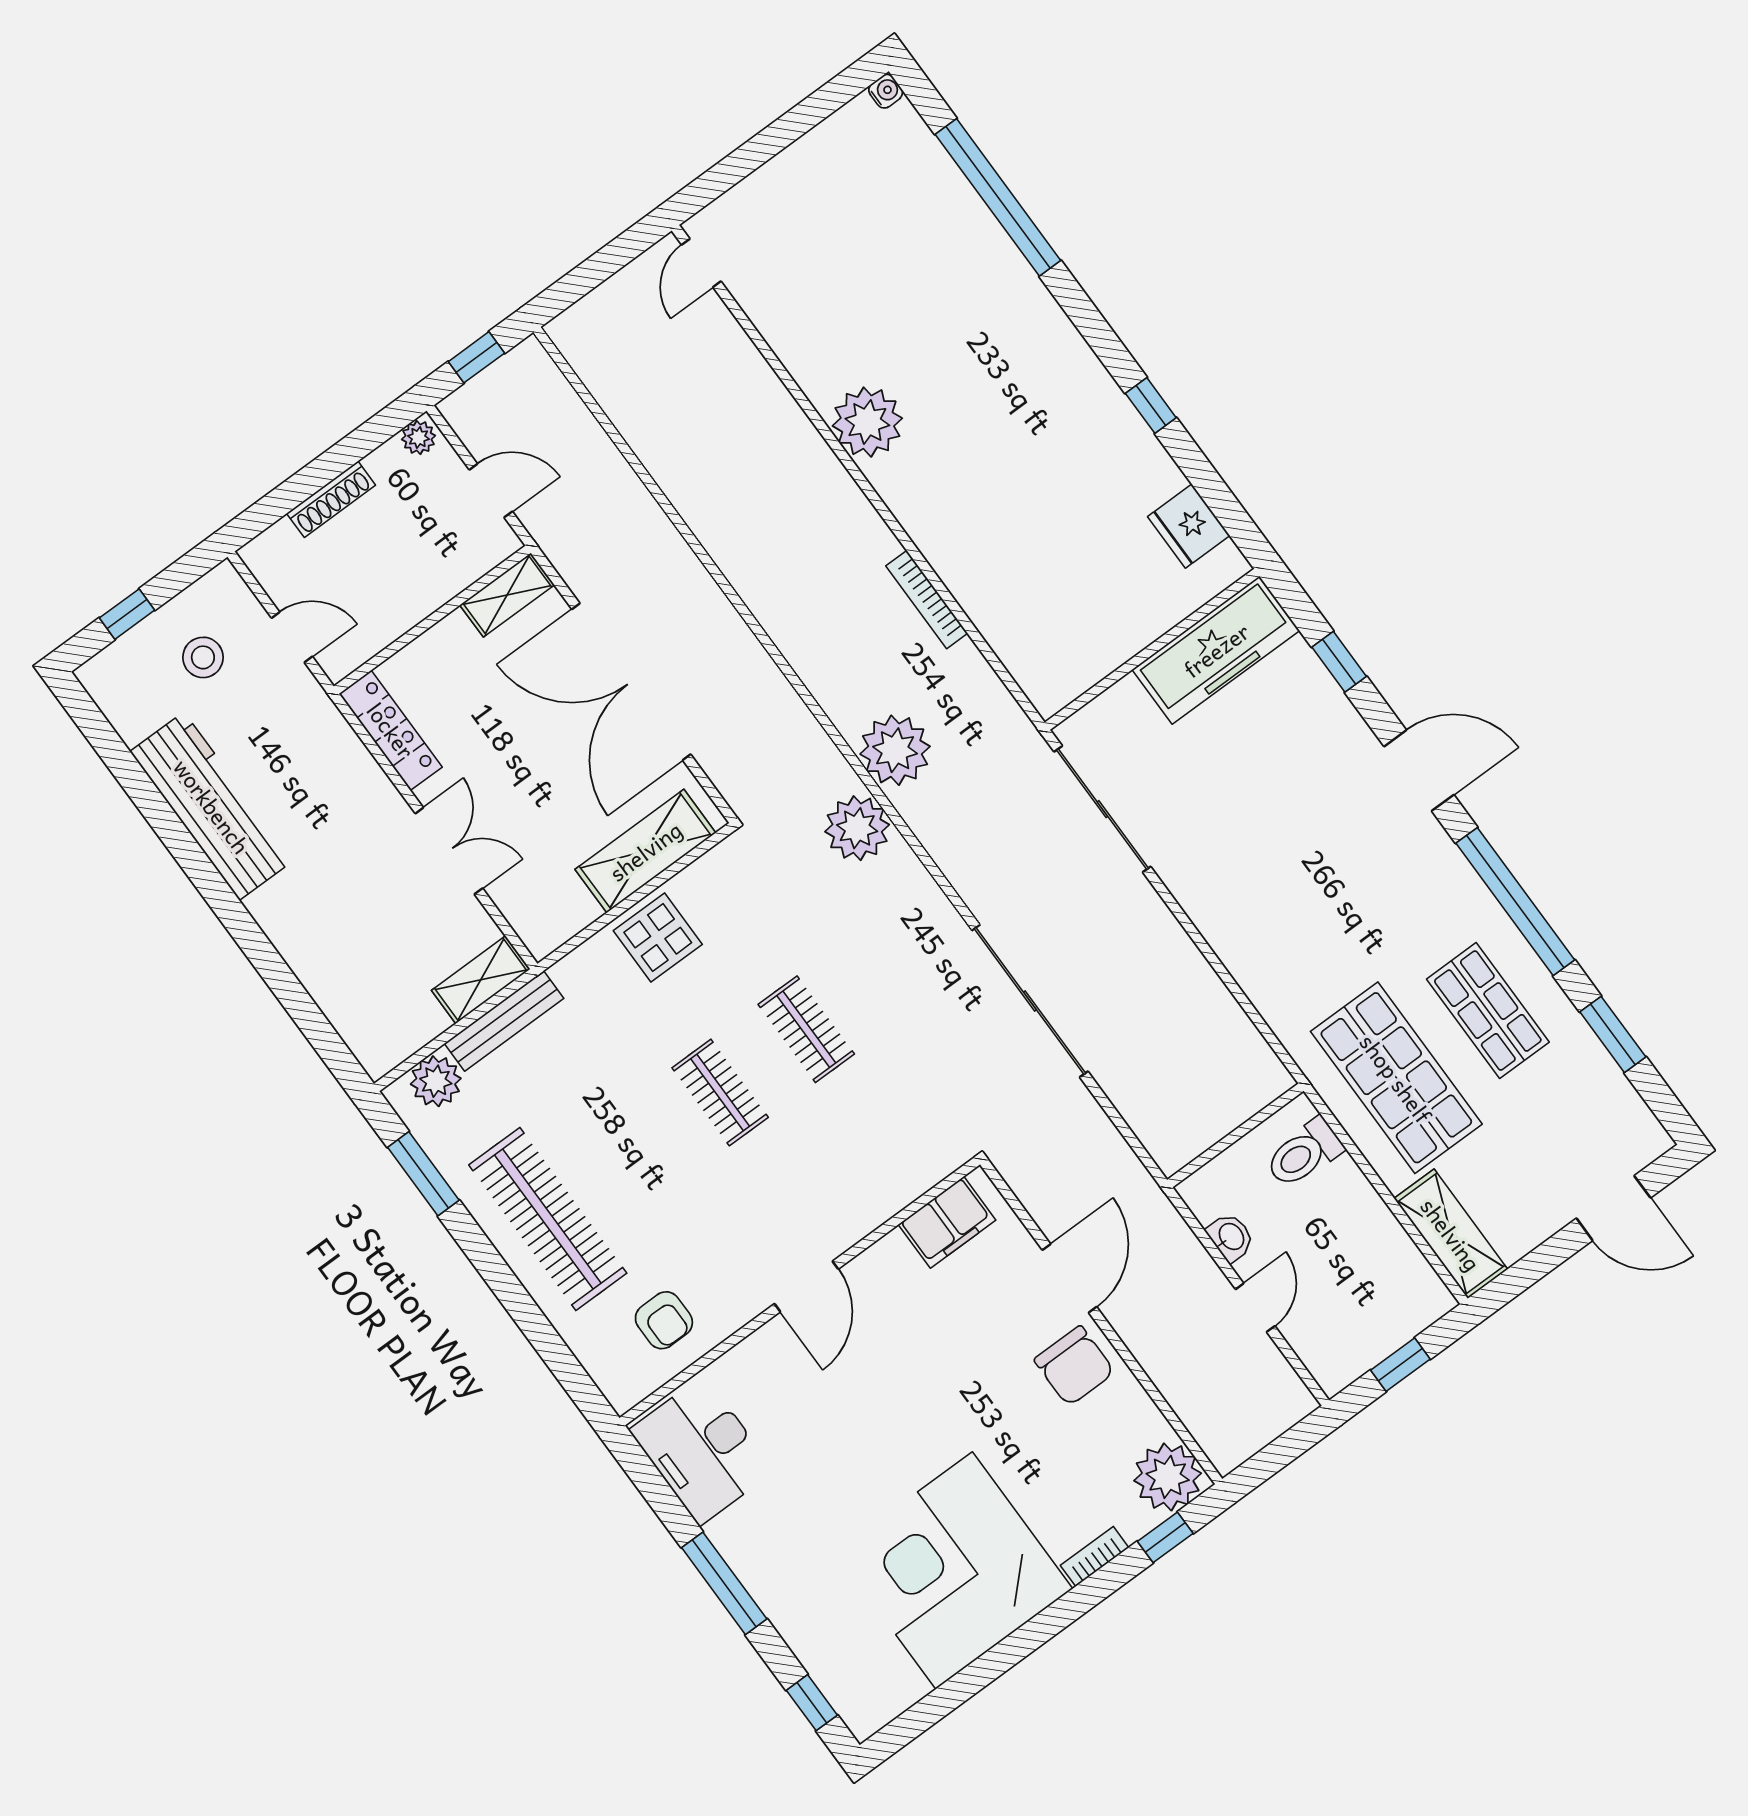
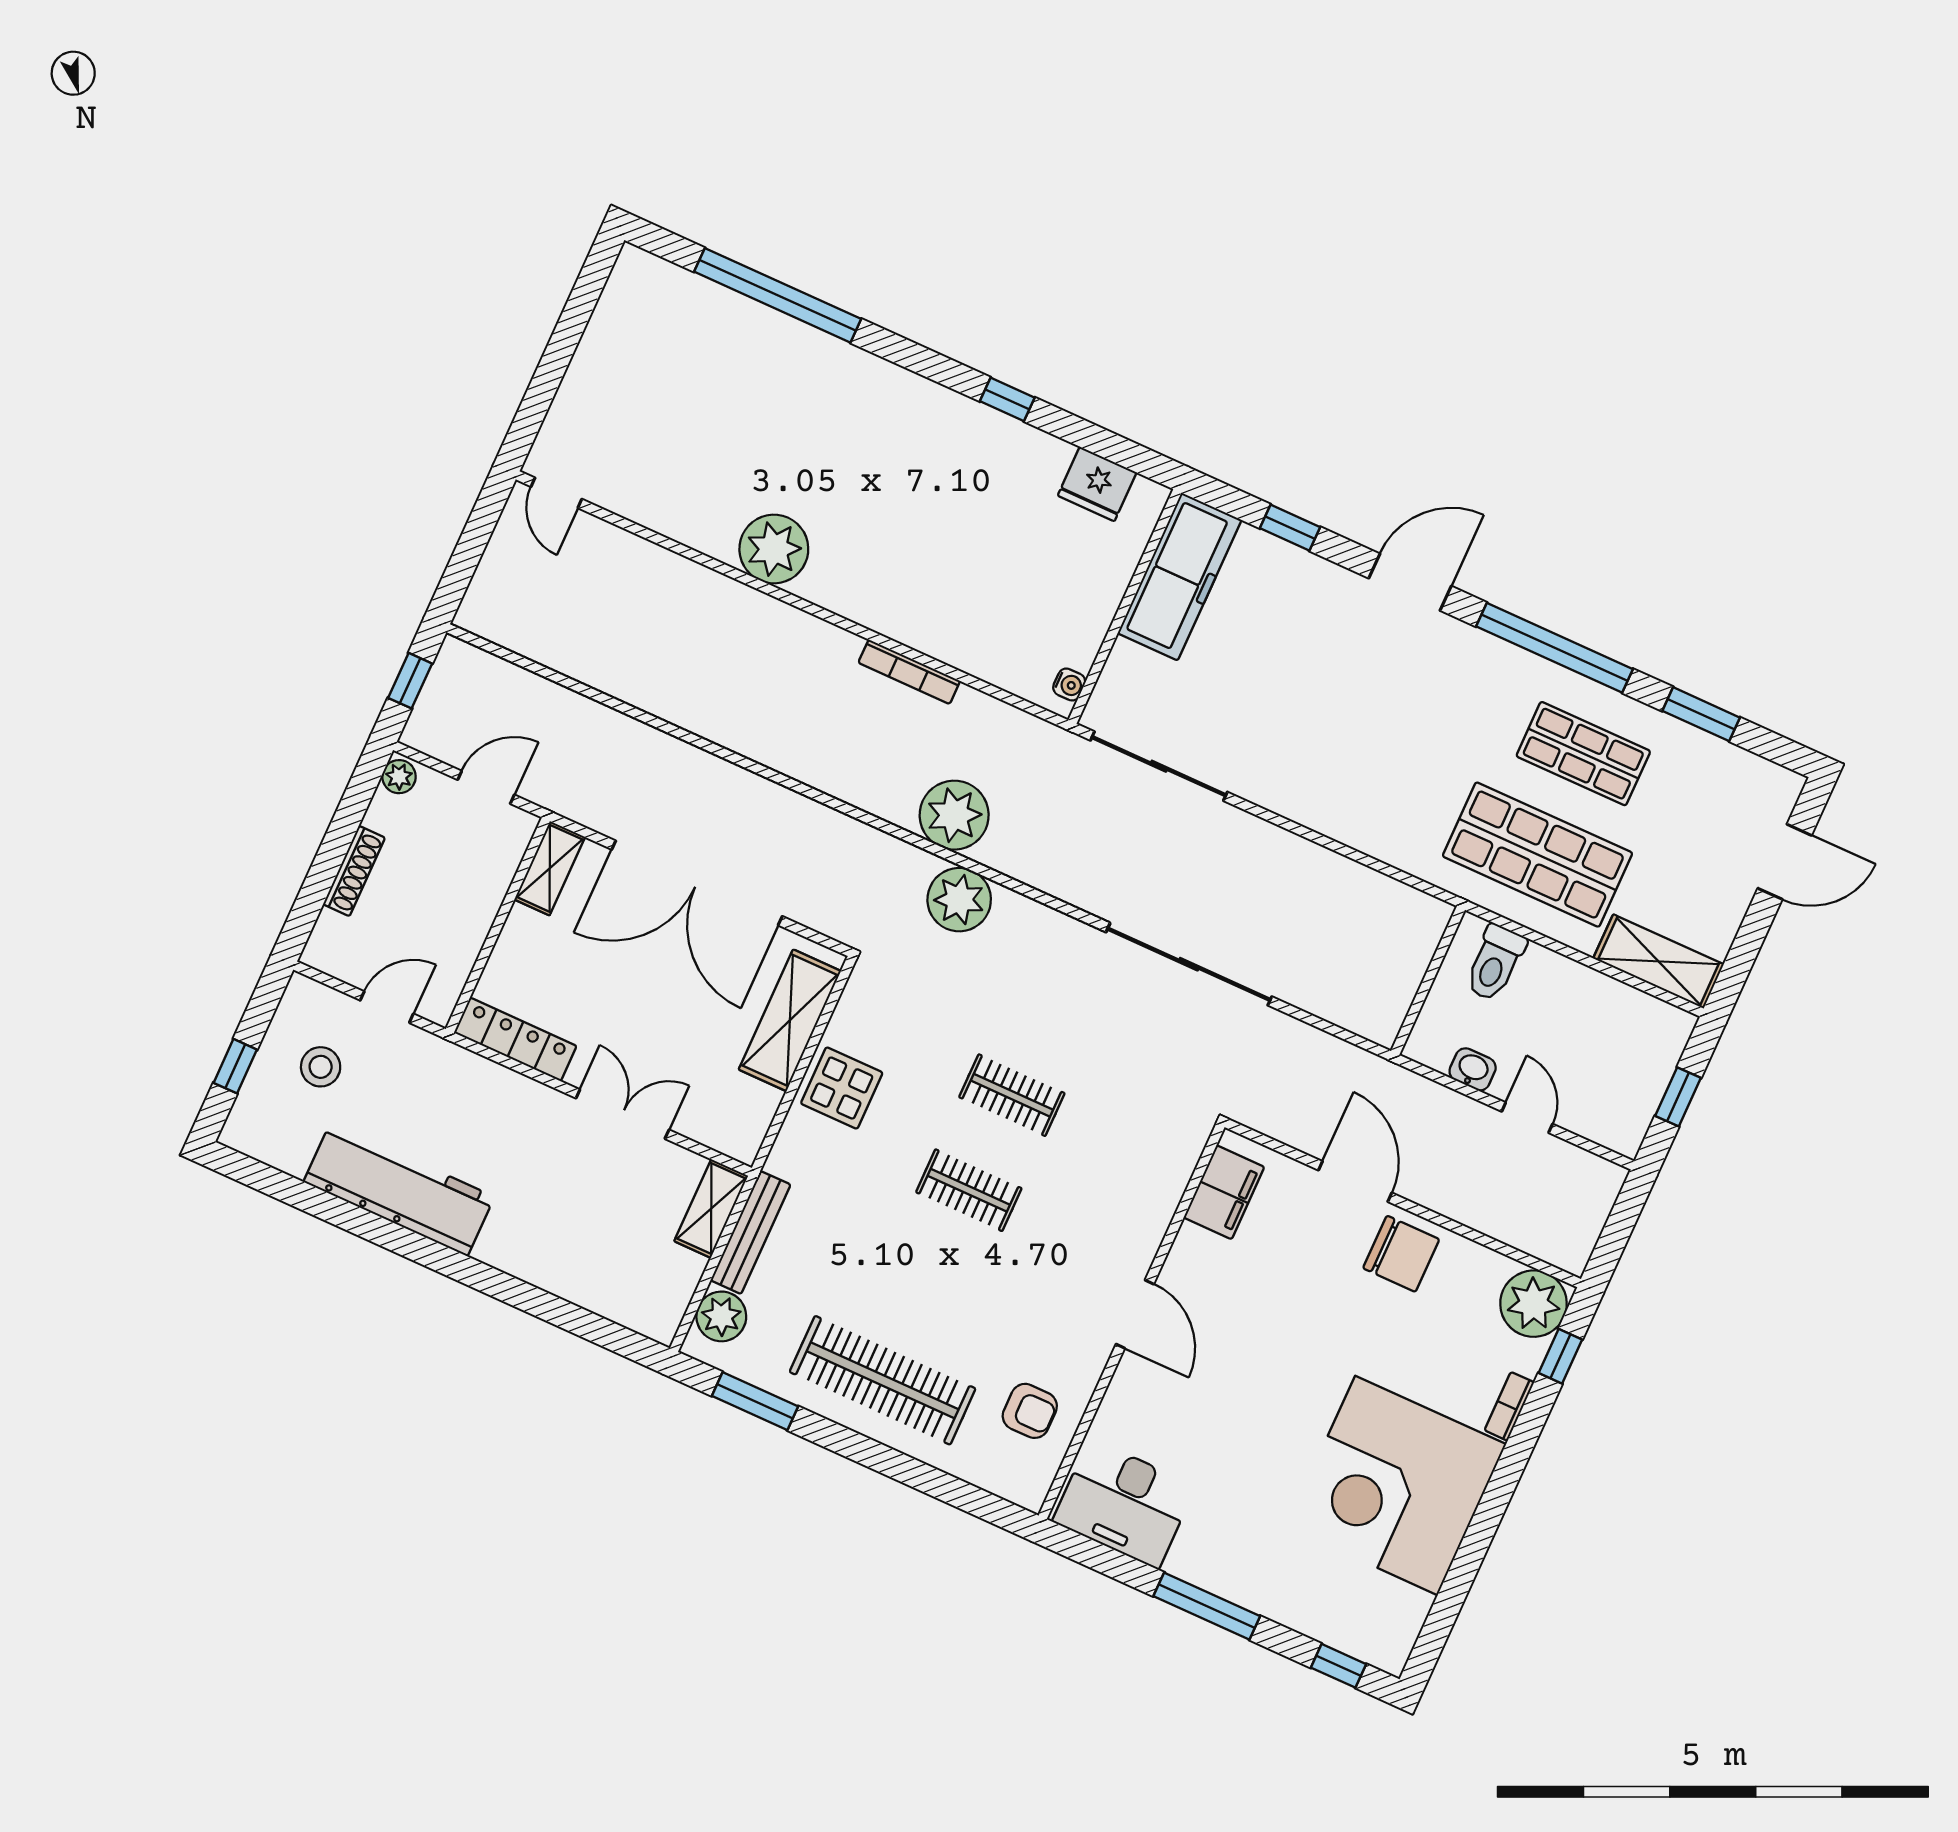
water cooler: (886, 91) -> (1069, 684), moved, turned 90

